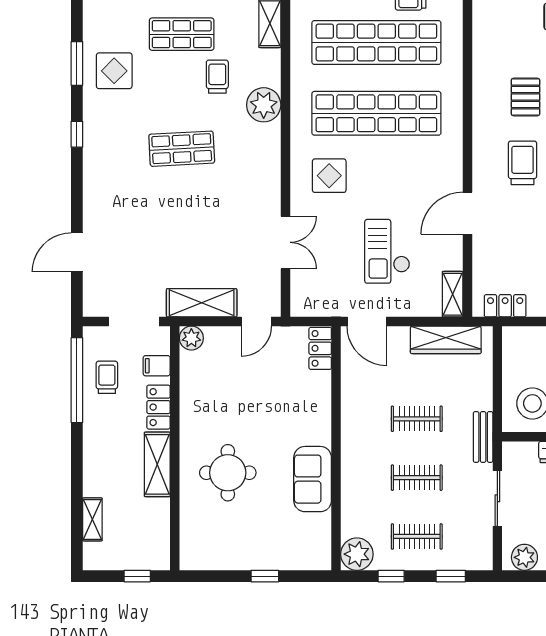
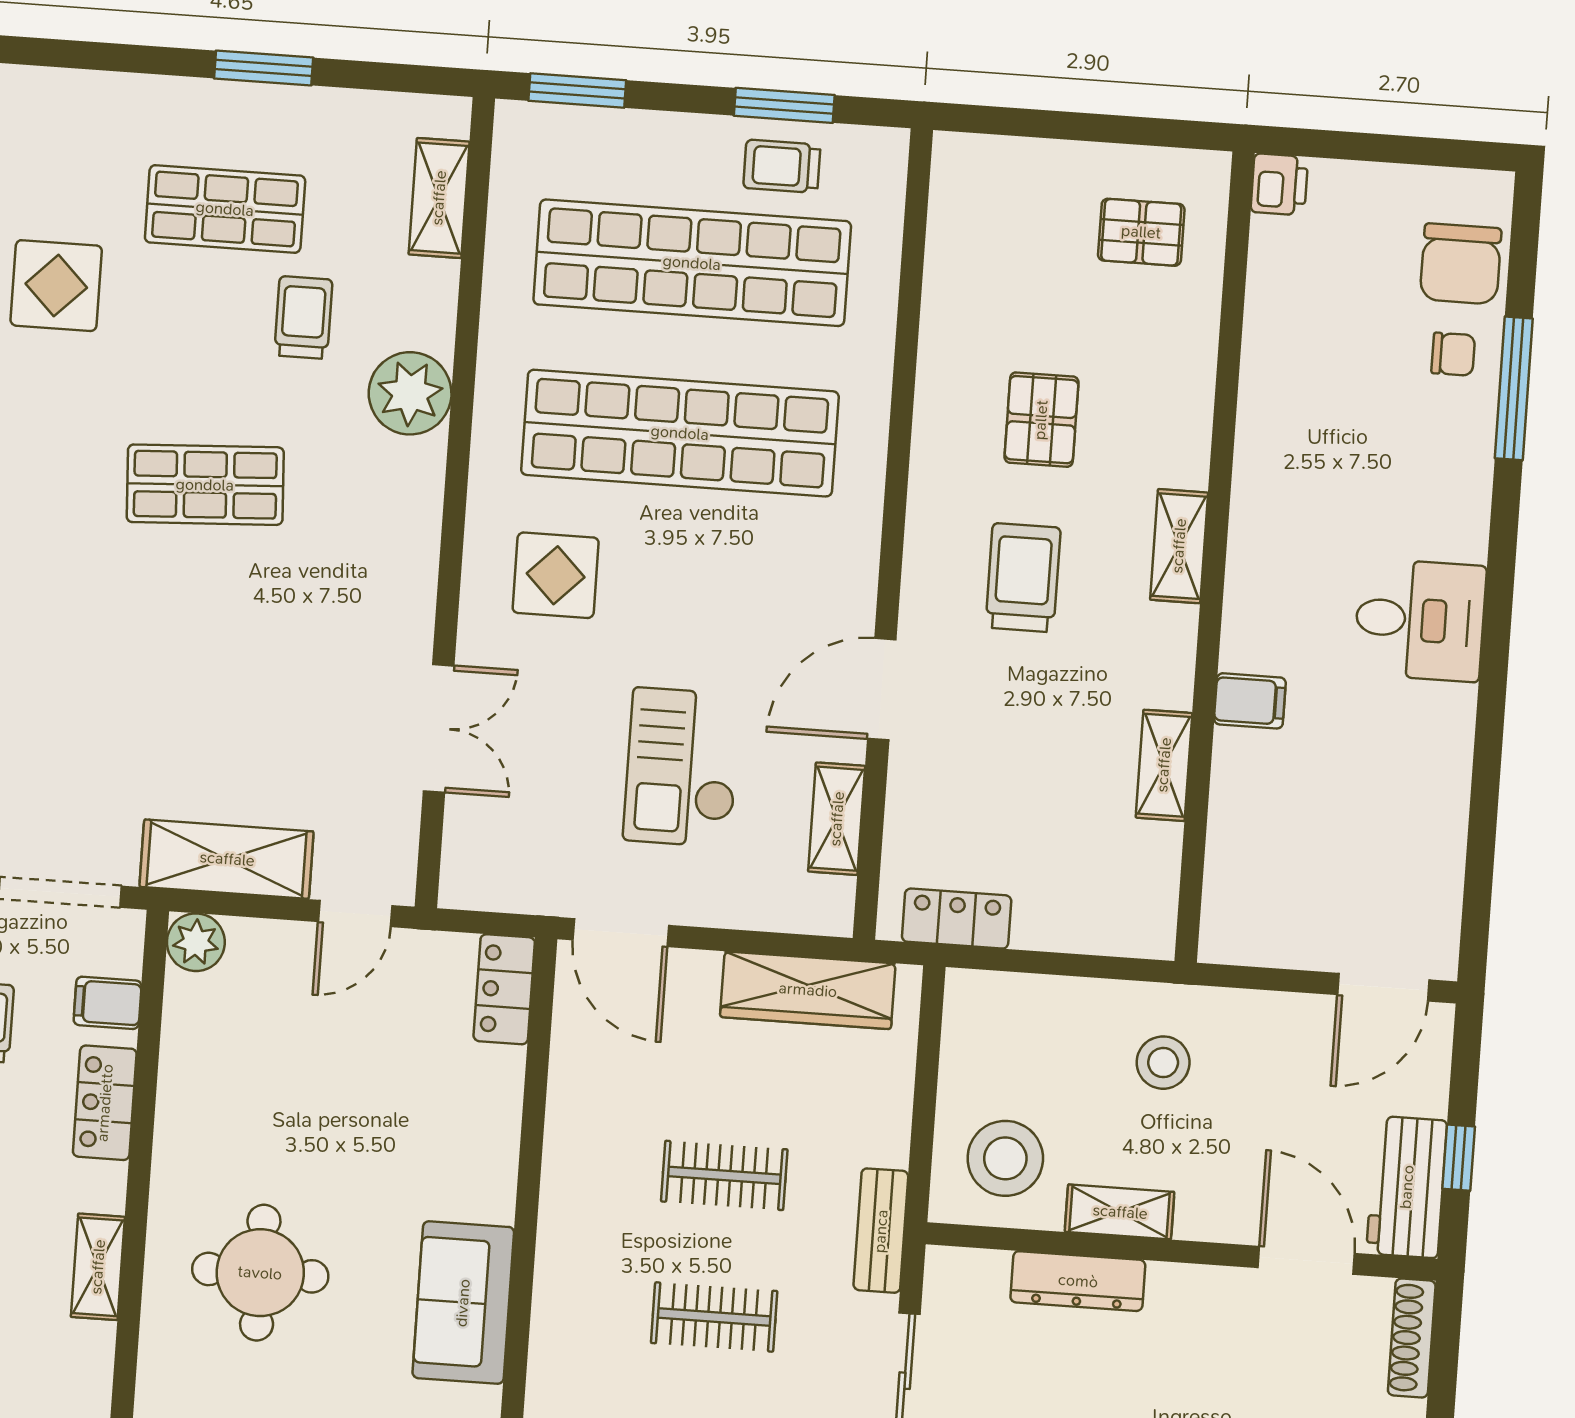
shelving: (453, 294) -> (837, 819), moved
shelving: (157, 464) -> (98, 1267), width x0.67, depth x0.75

